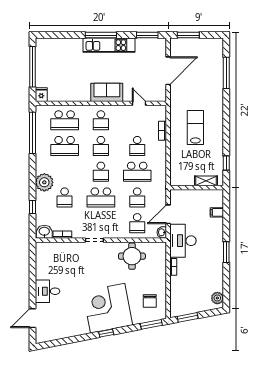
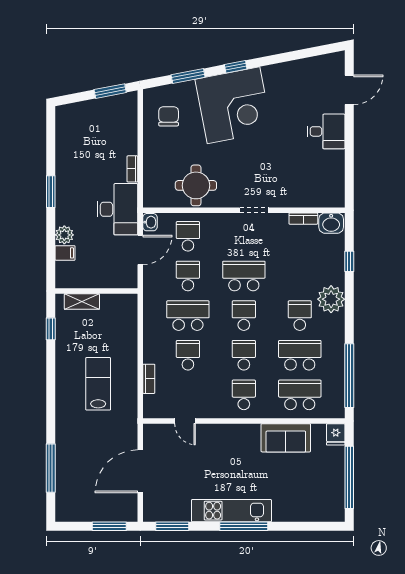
sofa: (107, 92) -> (286, 438), moved
lab bench: (195, 127) -> (98, 384), turned 180
school desk: (65, 197) -> (300, 316), moved
plant: (217, 298) -> (64, 235), moved
window: (151, 324) -> (188, 76), moved

